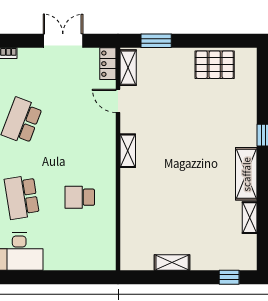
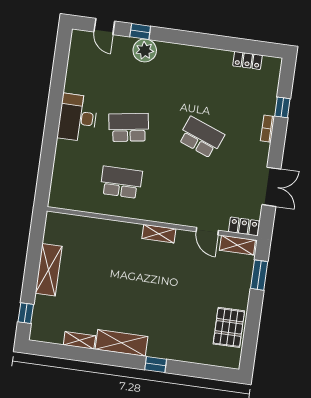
door: (118, 101) -> (207, 231), swing flipped
school desk: (80, 197) -> (121, 182), width x1.85
shelving: (172, 262) -> (49, 270), width x1.50, depth x1.33

